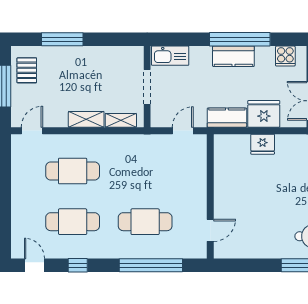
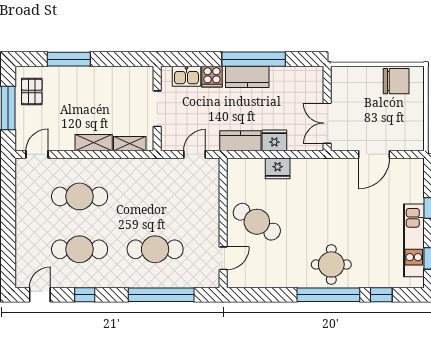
kitchen sink: (170, 56) -> (186, 76), width x0.73
cooker: (285, 56) -> (212, 77), moved
fridge: (264, 114) -> (274, 140), width x0.73, depth x0.75
cafe table: (243, 195) -> (257, 222), added
door: (35, 265) -> (40, 295), hinge flipped

